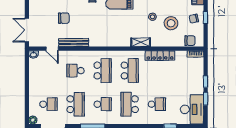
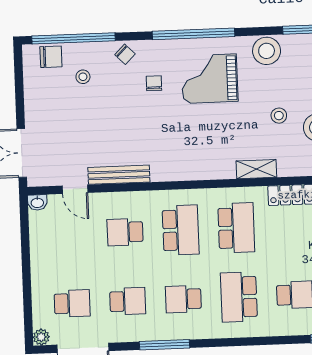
chair: (64, 18) -> (97, 125), removed
school desk: (76, 104) -> (128, 301), width x0.54
school desk: (103, 104) -> (183, 299), turned 180

